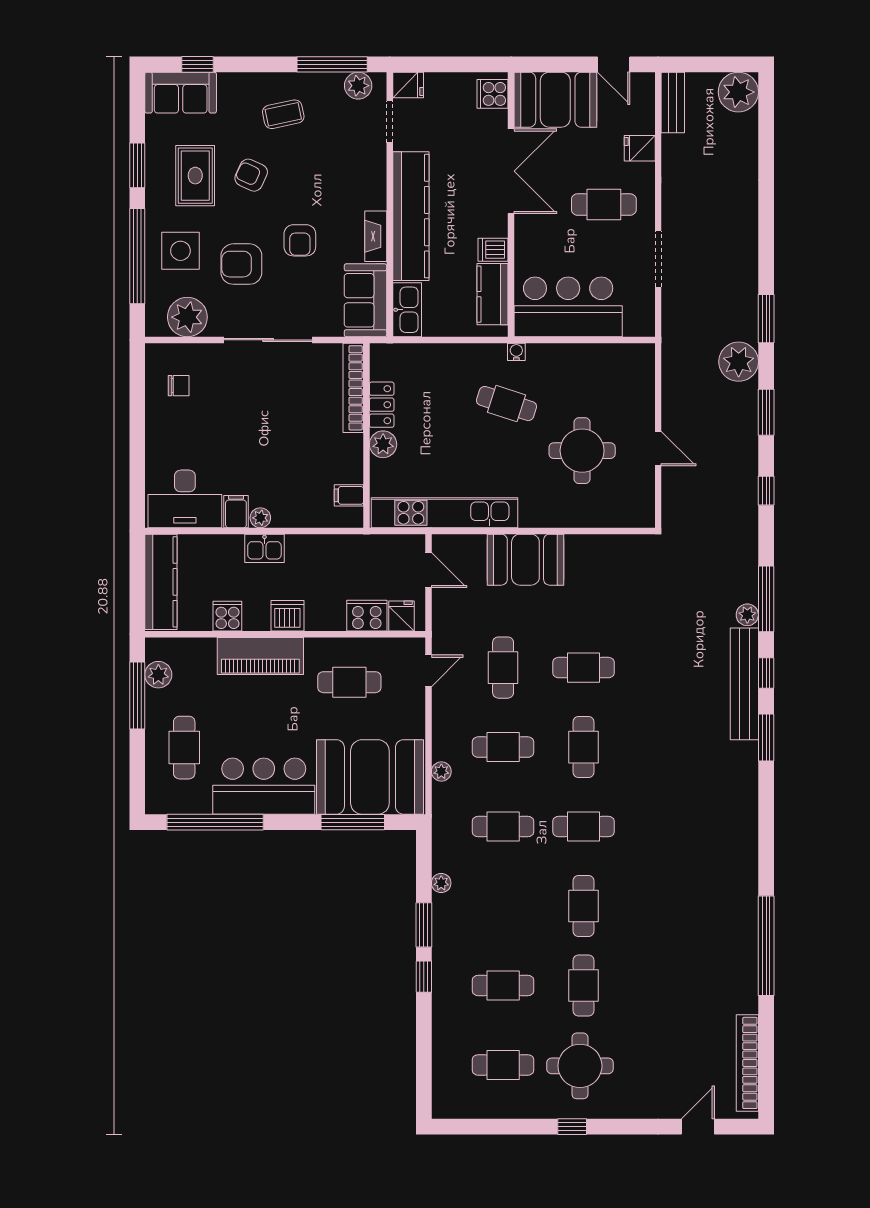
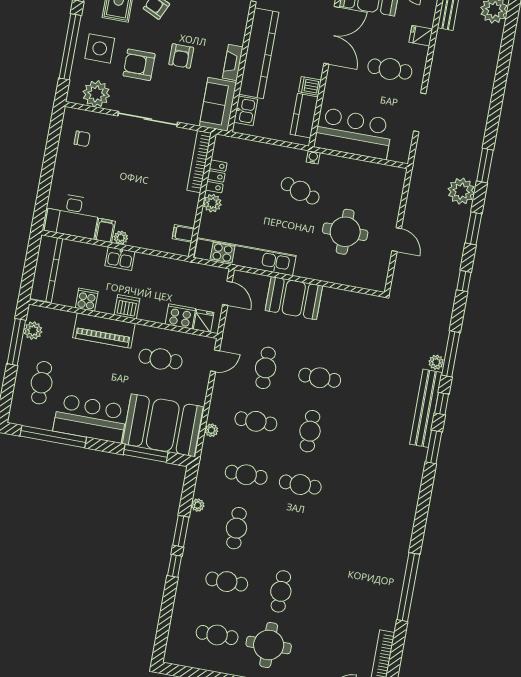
kitchen sink: (407, 310) -> (246, 111), width x0.73
cafe table: (584, 906) -> (236, 528), moved

